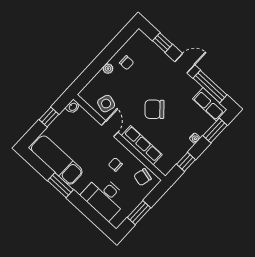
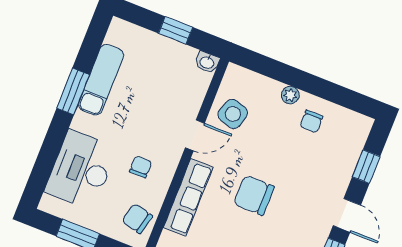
chair: (154, 109) -> (254, 195), turned -48
exam couch: (57, 160) -> (101, 80), width x0.73, depth x0.69

